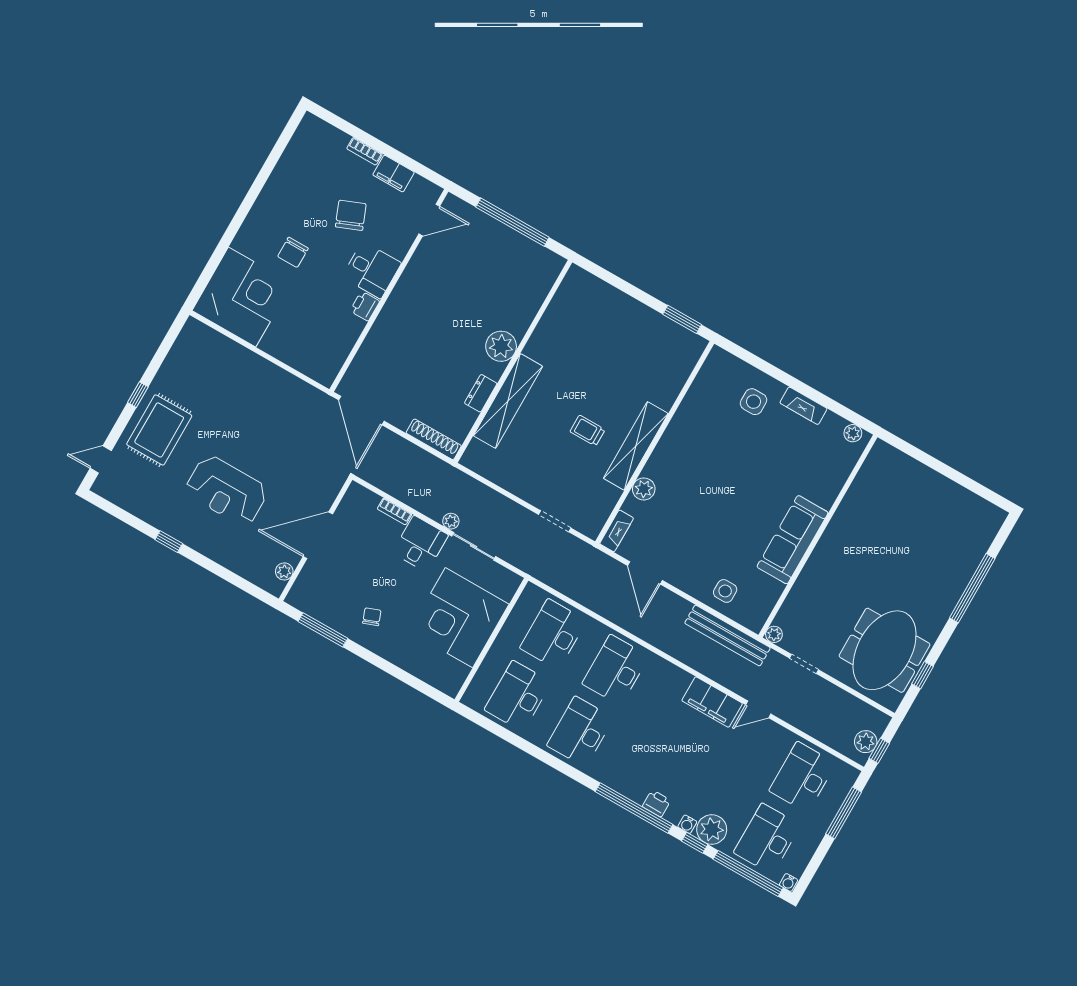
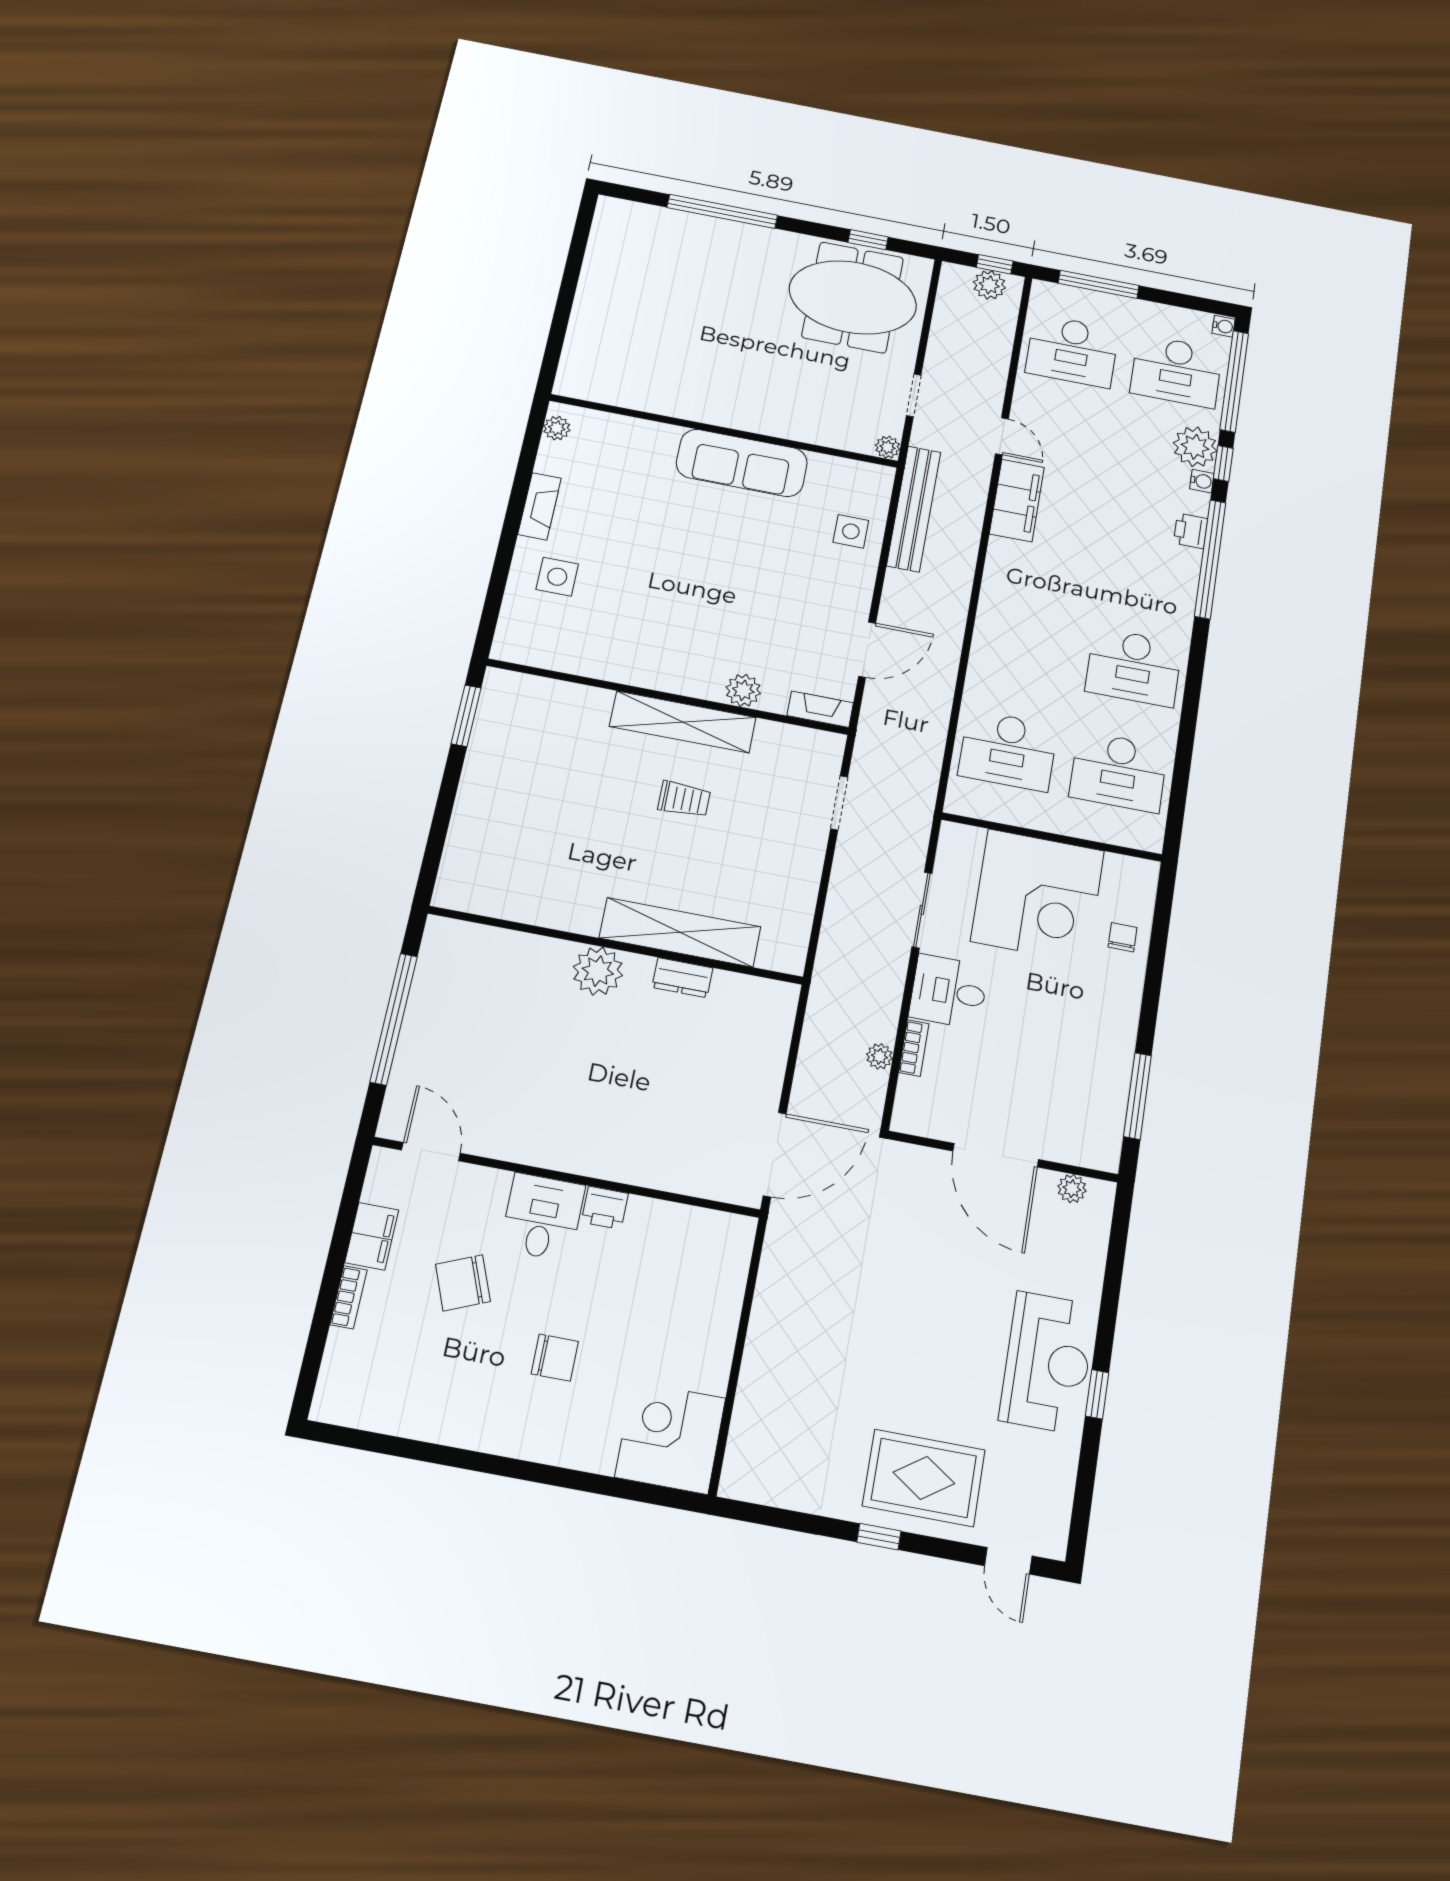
corner desk: (242, 297) -> (670, 1438), width x0.74, depth x0.74
trolley: (587, 431) -> (684, 799), turned -90
shoe rack: (434, 439) -> (780, 1026), removed
reception desk: (226, 491) -> (1047, 1362), moved
plant: (451, 521) -> (879, 1056), moved
chair: (372, 617) -> (1122, 937), moved, turned 110
desk: (616, 670) -> (1025, 646), removed

